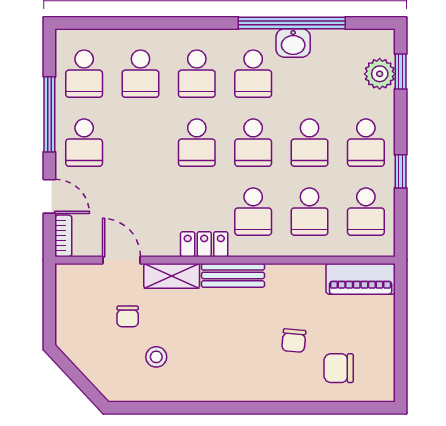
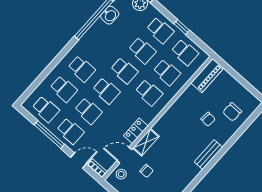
washbasin: (293, 43) -> (110, 15), moved
school desk: (253, 74) -> (88, 111), moved
locker: (204, 244) -> (136, 131), moved
bench: (233, 275) -> (208, 155), moved
stool: (156, 357) -> (121, 174), moved

